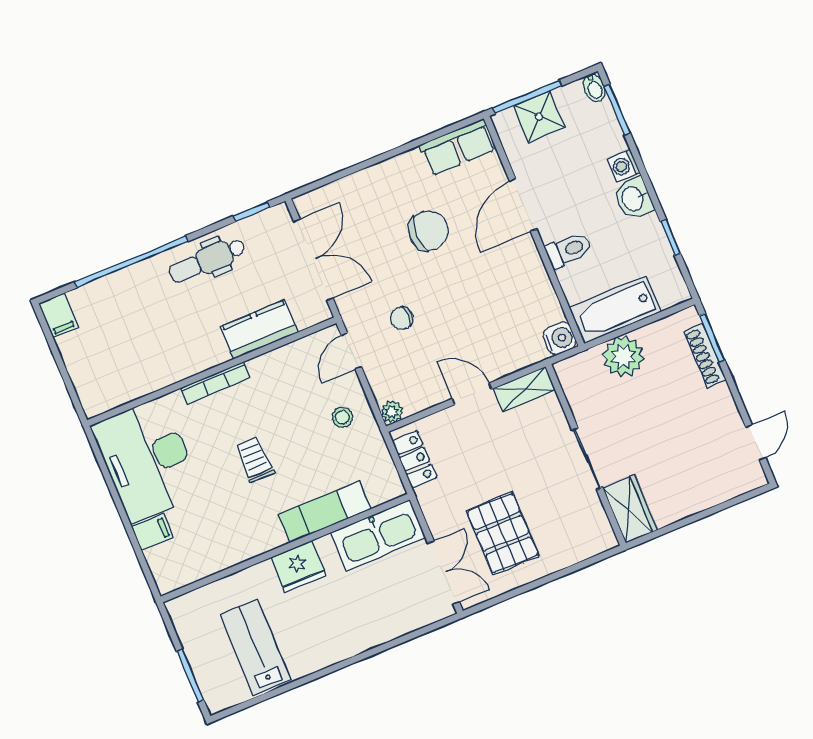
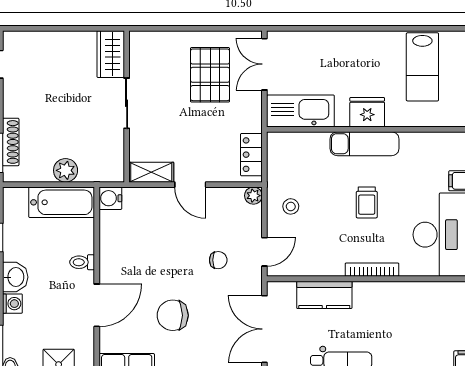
toilet: (569, 250) -> (82, 262), width x0.73, depth x0.72
plant: (623, 357) -> (66, 170), width x0.73, depth x0.73
exam couch: (325, 512) -> (364, 144), moved

